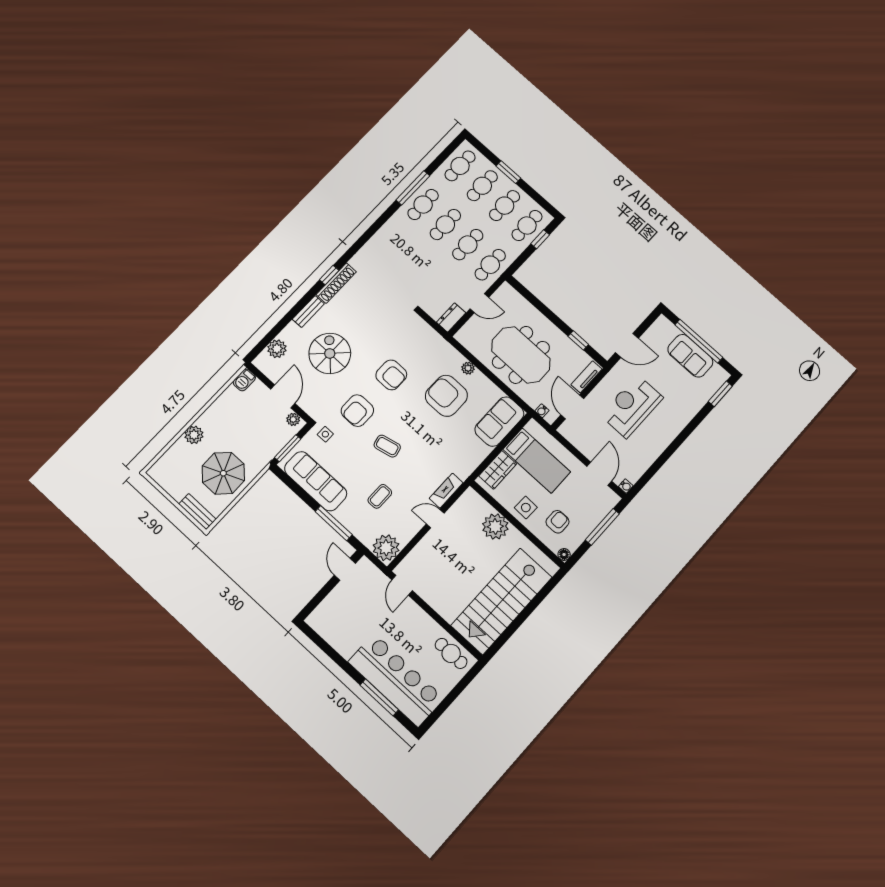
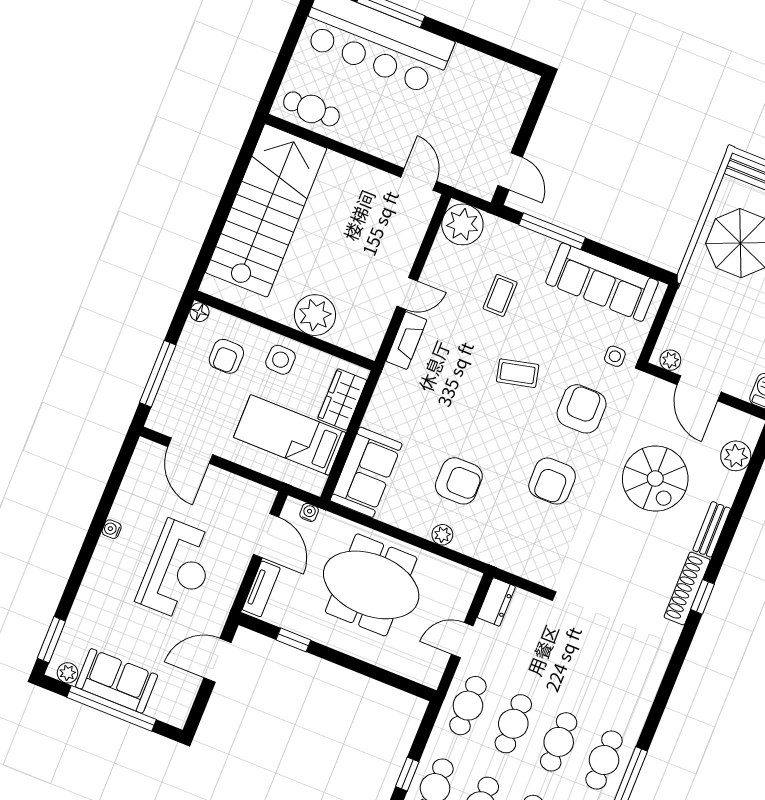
plant: (717, 371) -> (68, 673), added
armchair: (391, 375) -> (552, 481), turned -90
armchair: (446, 396) -> (459, 481), width x0.73, depth x0.73
window: (288, 448) -> (662, 315), removed
water cooler: (626, 486) -> (112, 529), moved

